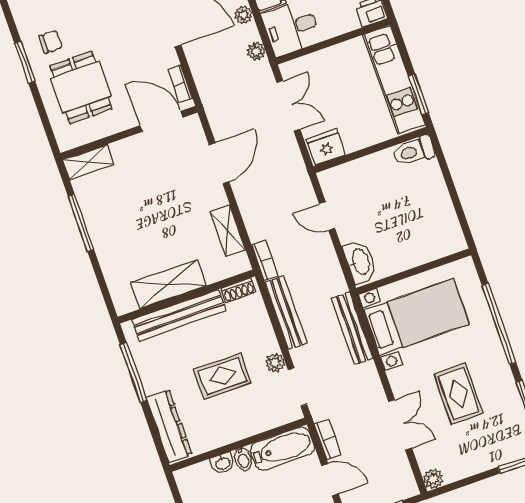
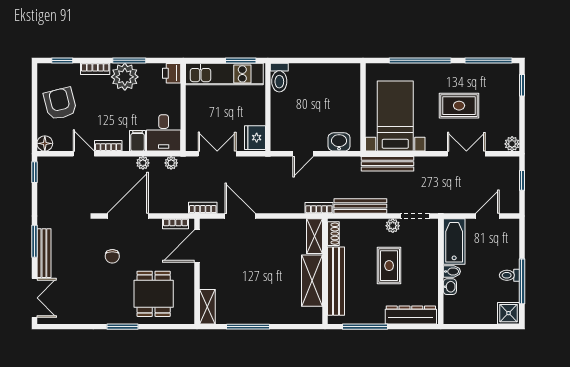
chair: (51, 42) -> (112, 256), moved, turned 180
dining table: (81, 87) -> (154, 294), turned 90
shelving: (228, 231) -> (314, 236), moved, turned 90
washbasin: (360, 262) -> (339, 142), width x0.72
bookcase: (328, 439) -> (203, 208), moved

